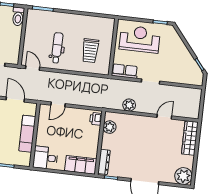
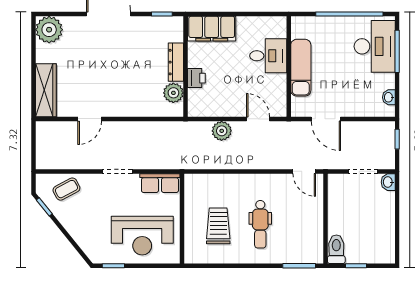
dental chair: (57, 48) -> (260, 224), moved
trolley: (90, 51) -> (218, 226), moved
coffee table: (184, 74) -> (66, 189), added
door: (58, 104) -> (258, 119), hinge flipped
plant: (129, 105) -> (222, 131), moved
printer: (96, 119) -> (196, 78), moved
desk: (45, 158) -> (268, 56), moved
dresser: (104, 162) -> (176, 62), moved

